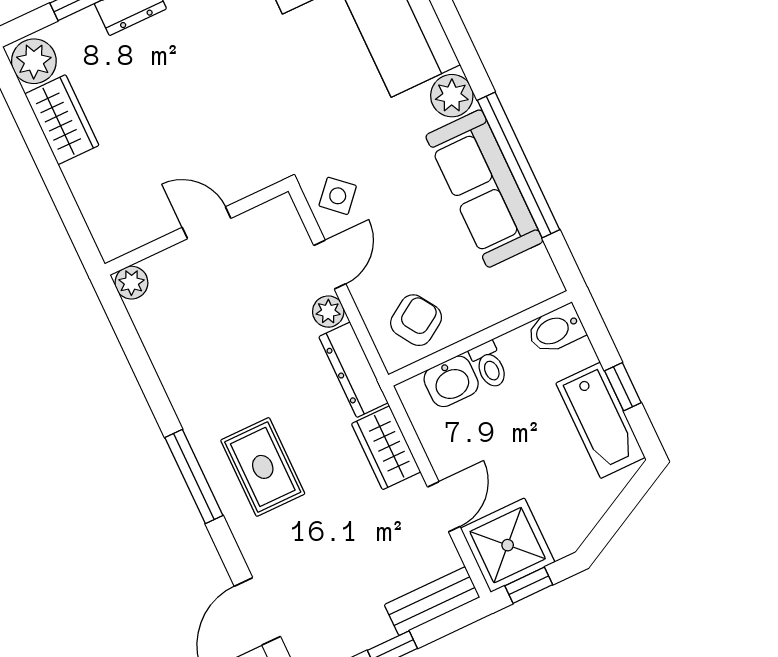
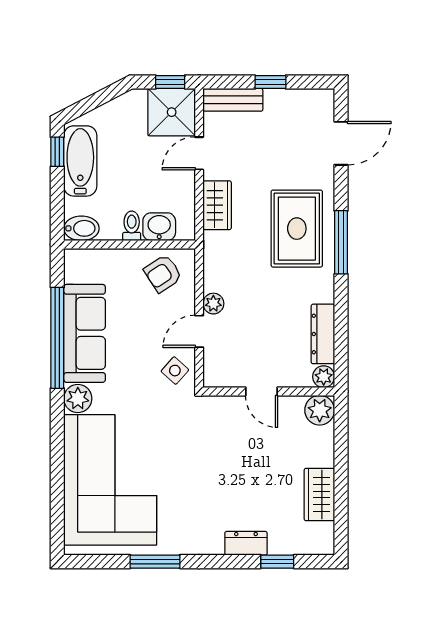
plant: (34, 61) -> (320, 410), moved
dresser: (354, 370) -> (323, 334), moved, turned 180
window: (623, 387) -> (57, 152), moved
rug: (263, 467) -> (297, 229), width x1.36, depth x1.43

